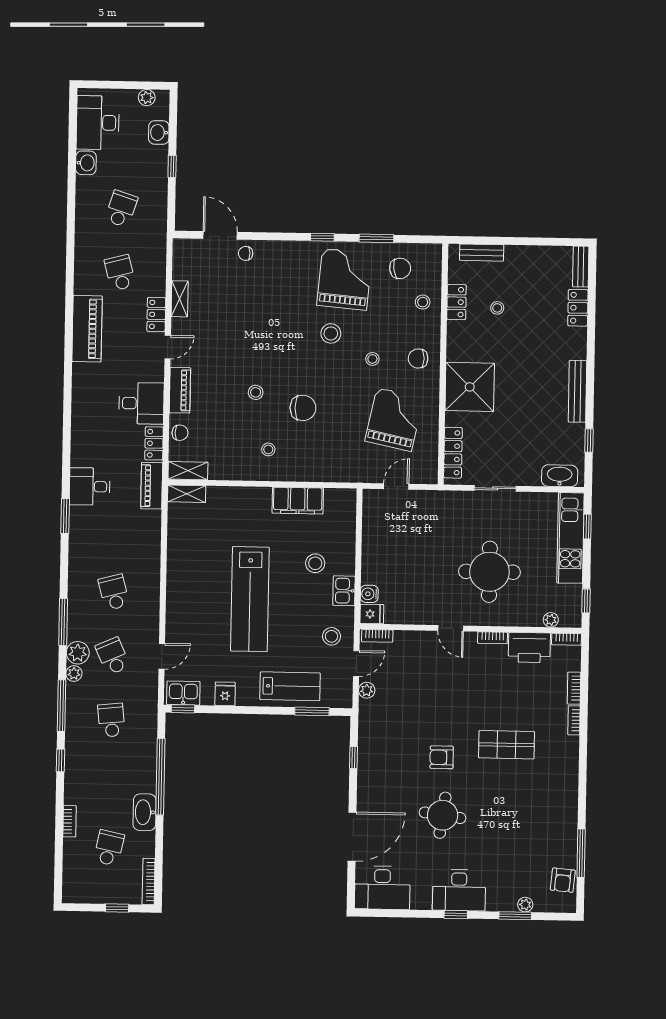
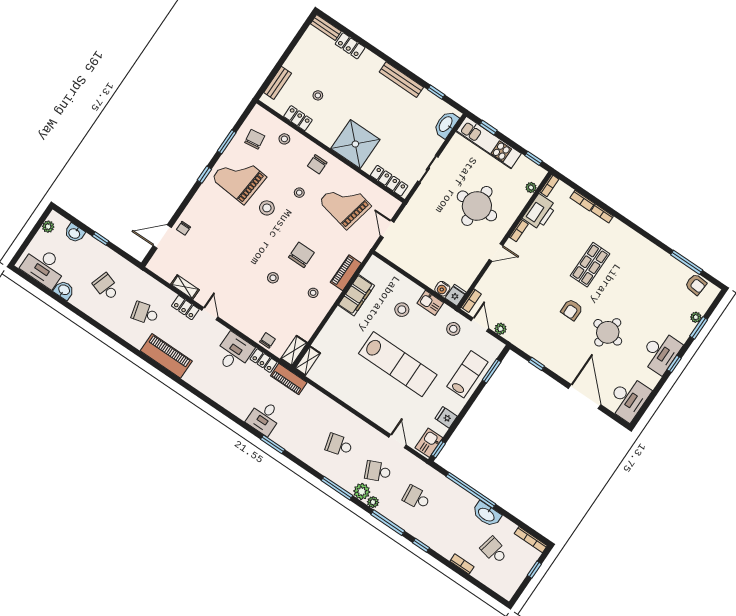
piano: (180, 390) -> (346, 273), moved, turned -90

